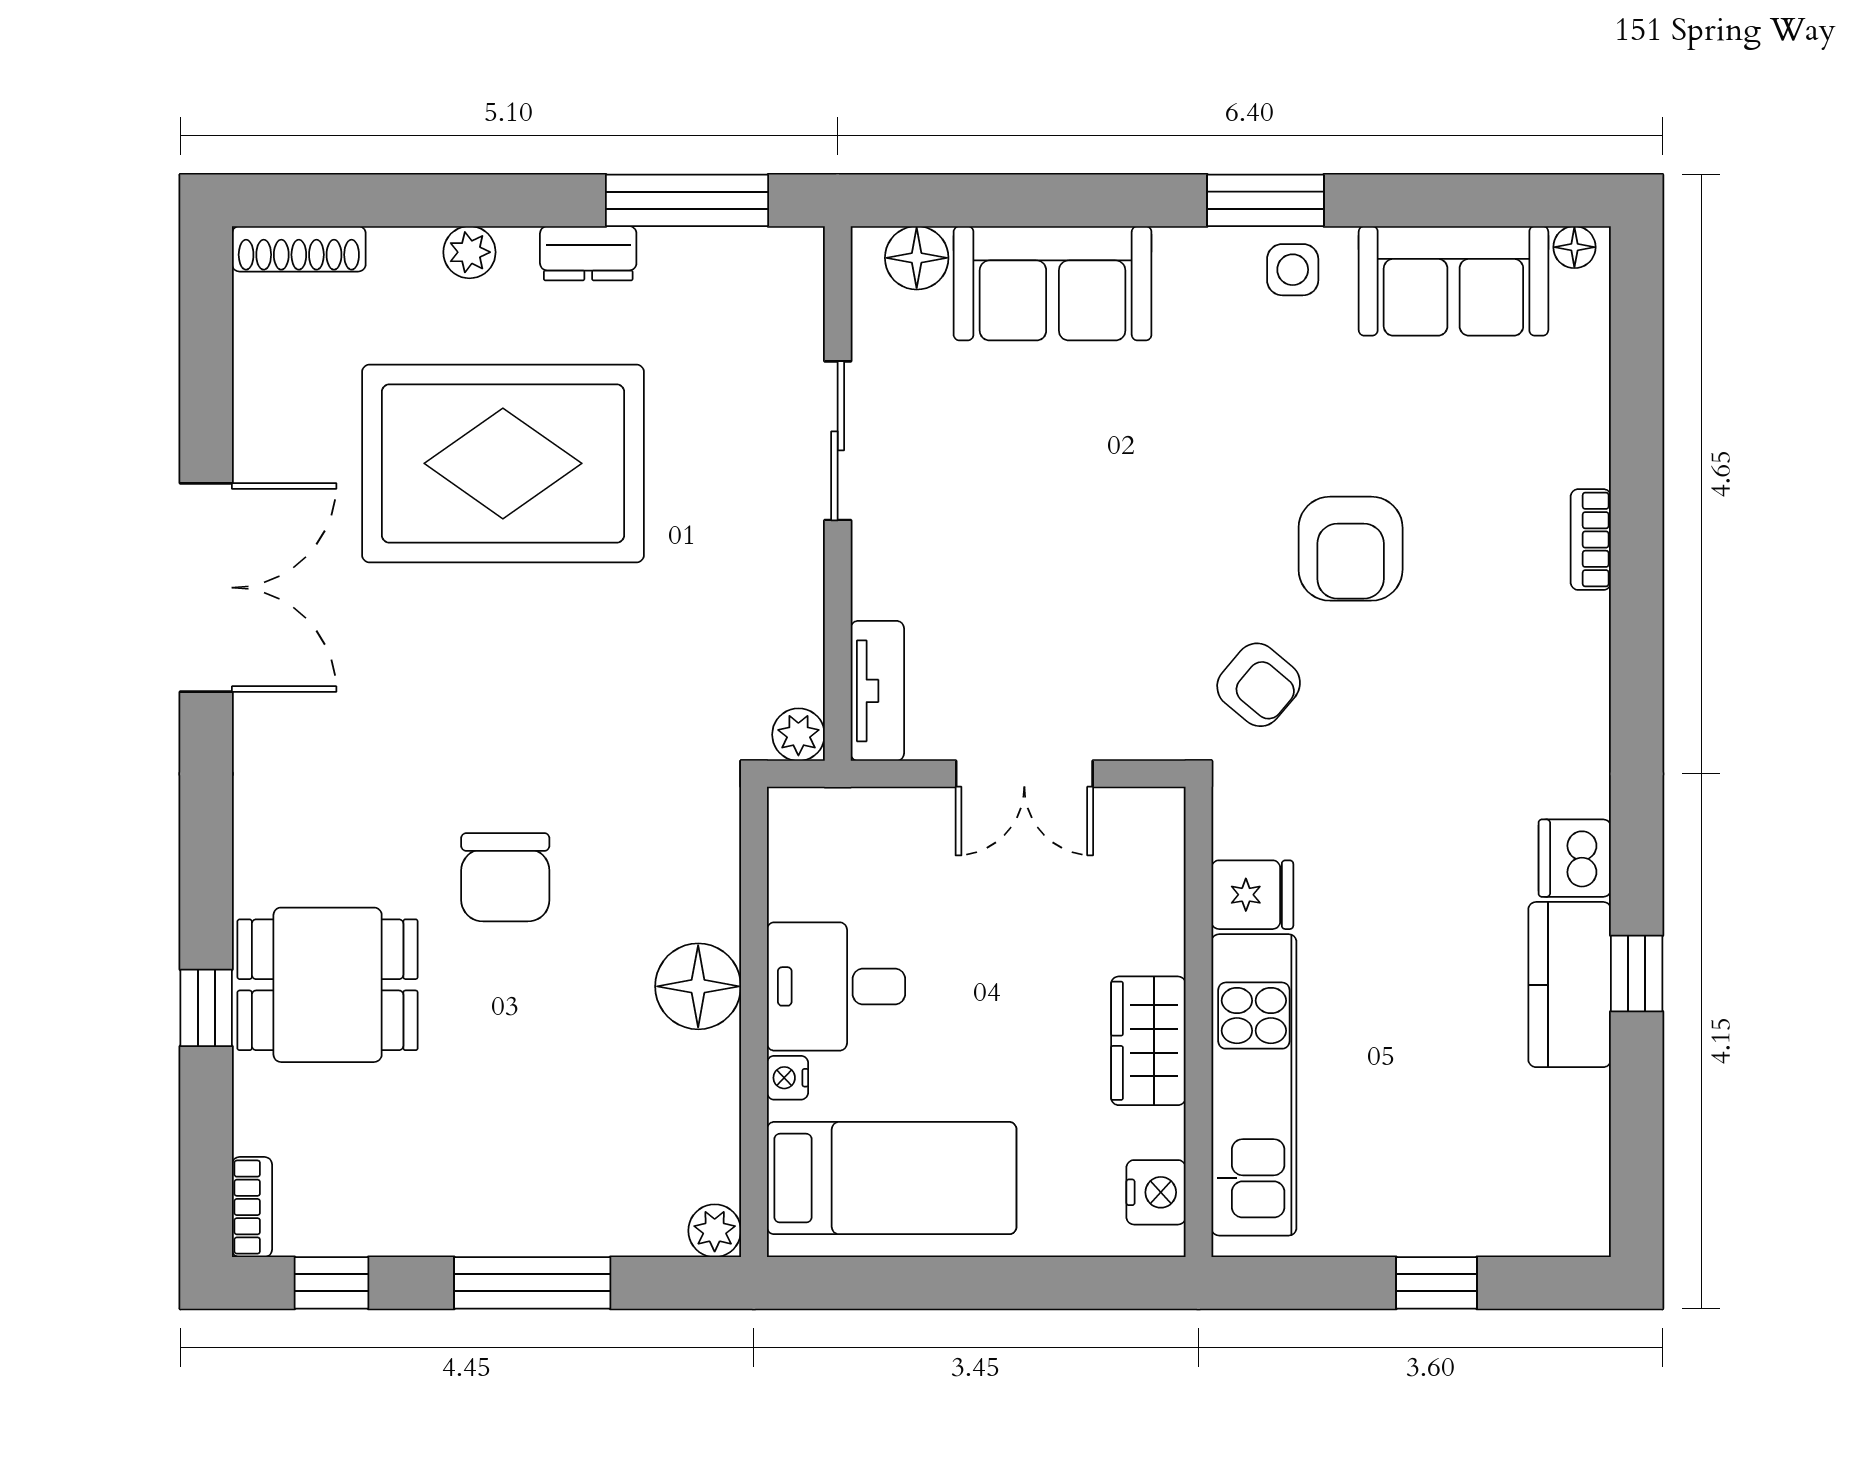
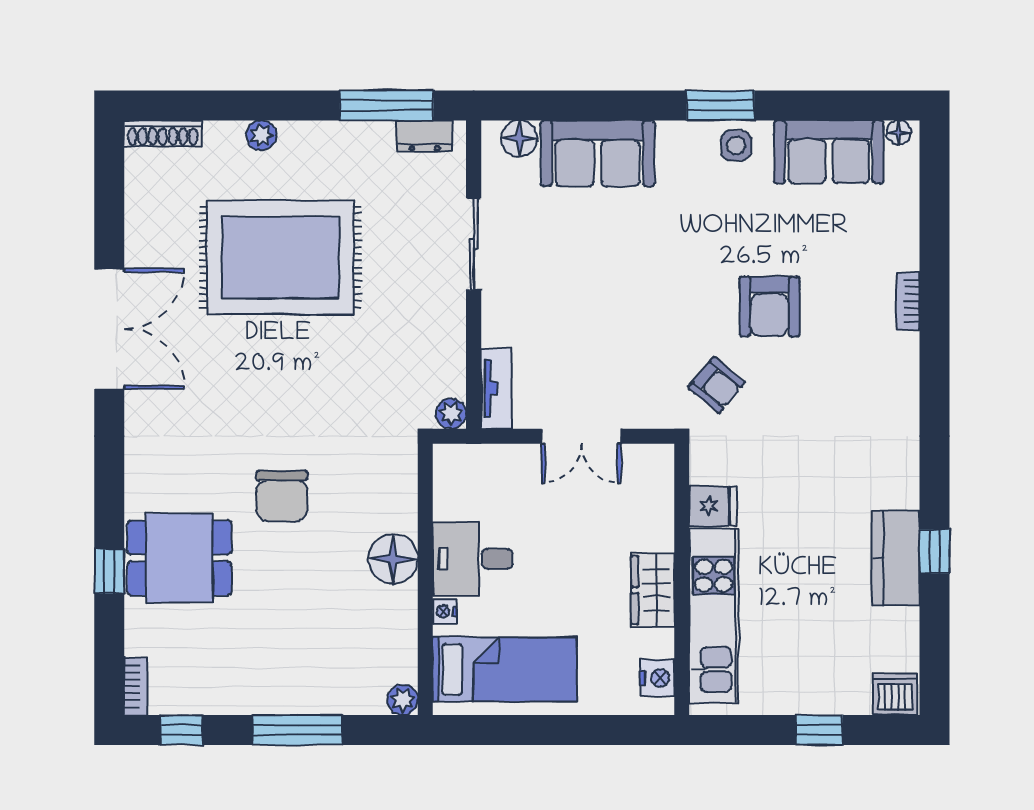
dresser: (588, 253) -> (425, 136), moved
dishwasher: (1575, 858) -> (895, 694), moved, turned 90

